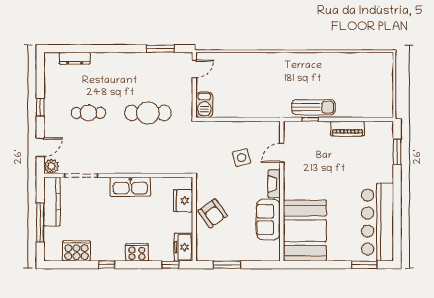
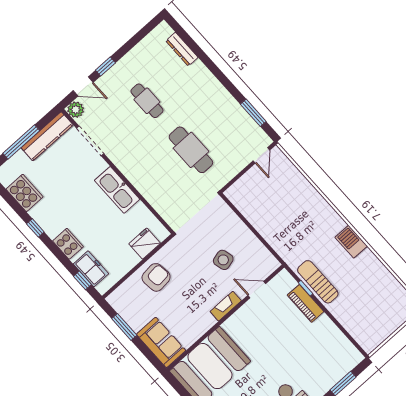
door: (194, 69) -> (261, 155), hinge flipped
barbecue: (204, 105) -> (351, 242), moved, turned 90
window: (40, 107) -> (105, 66), moved
sun lounger: (313, 107) -> (318, 282), turned 180
piano: (347, 129) -> (305, 303), moved
armchair: (213, 213) -> (156, 277), turned -150
sofa: (268, 219) -> (161, 342), moved, turned 90
freezer: (183, 247) -> (91, 269), moved, turned 90

